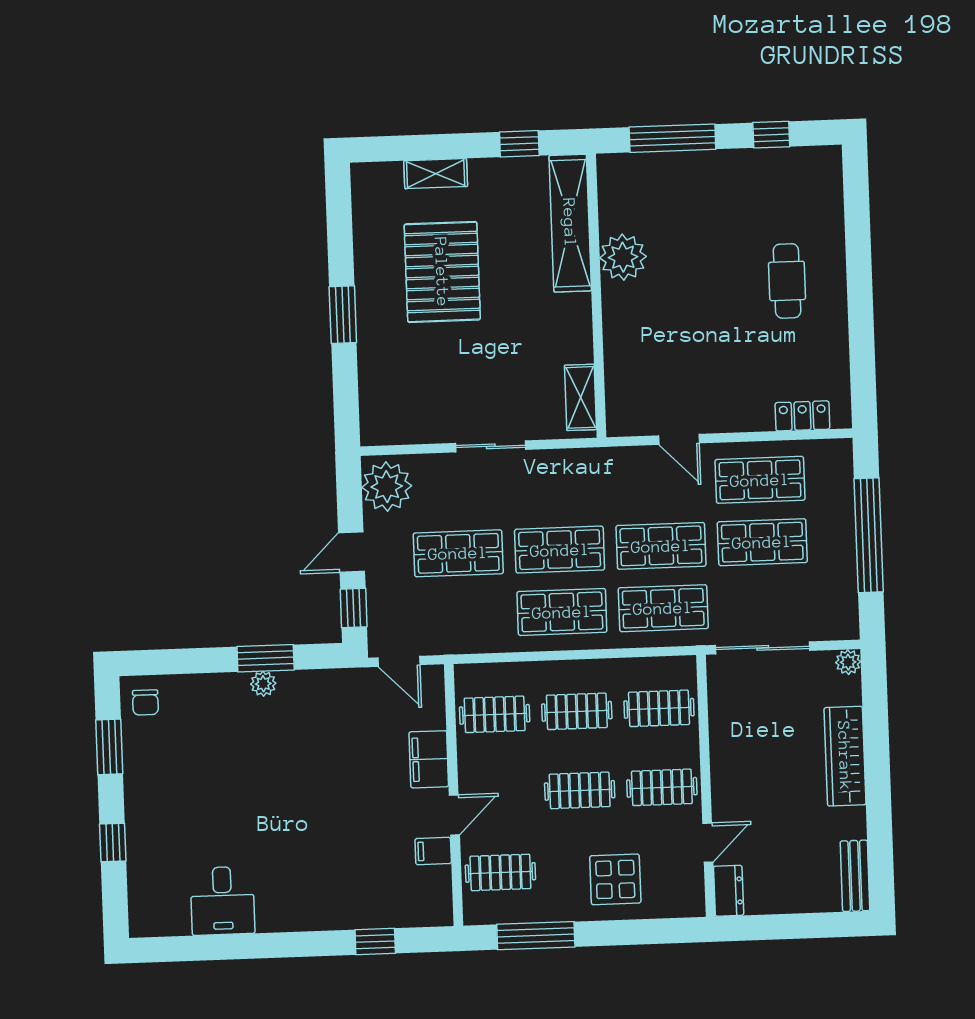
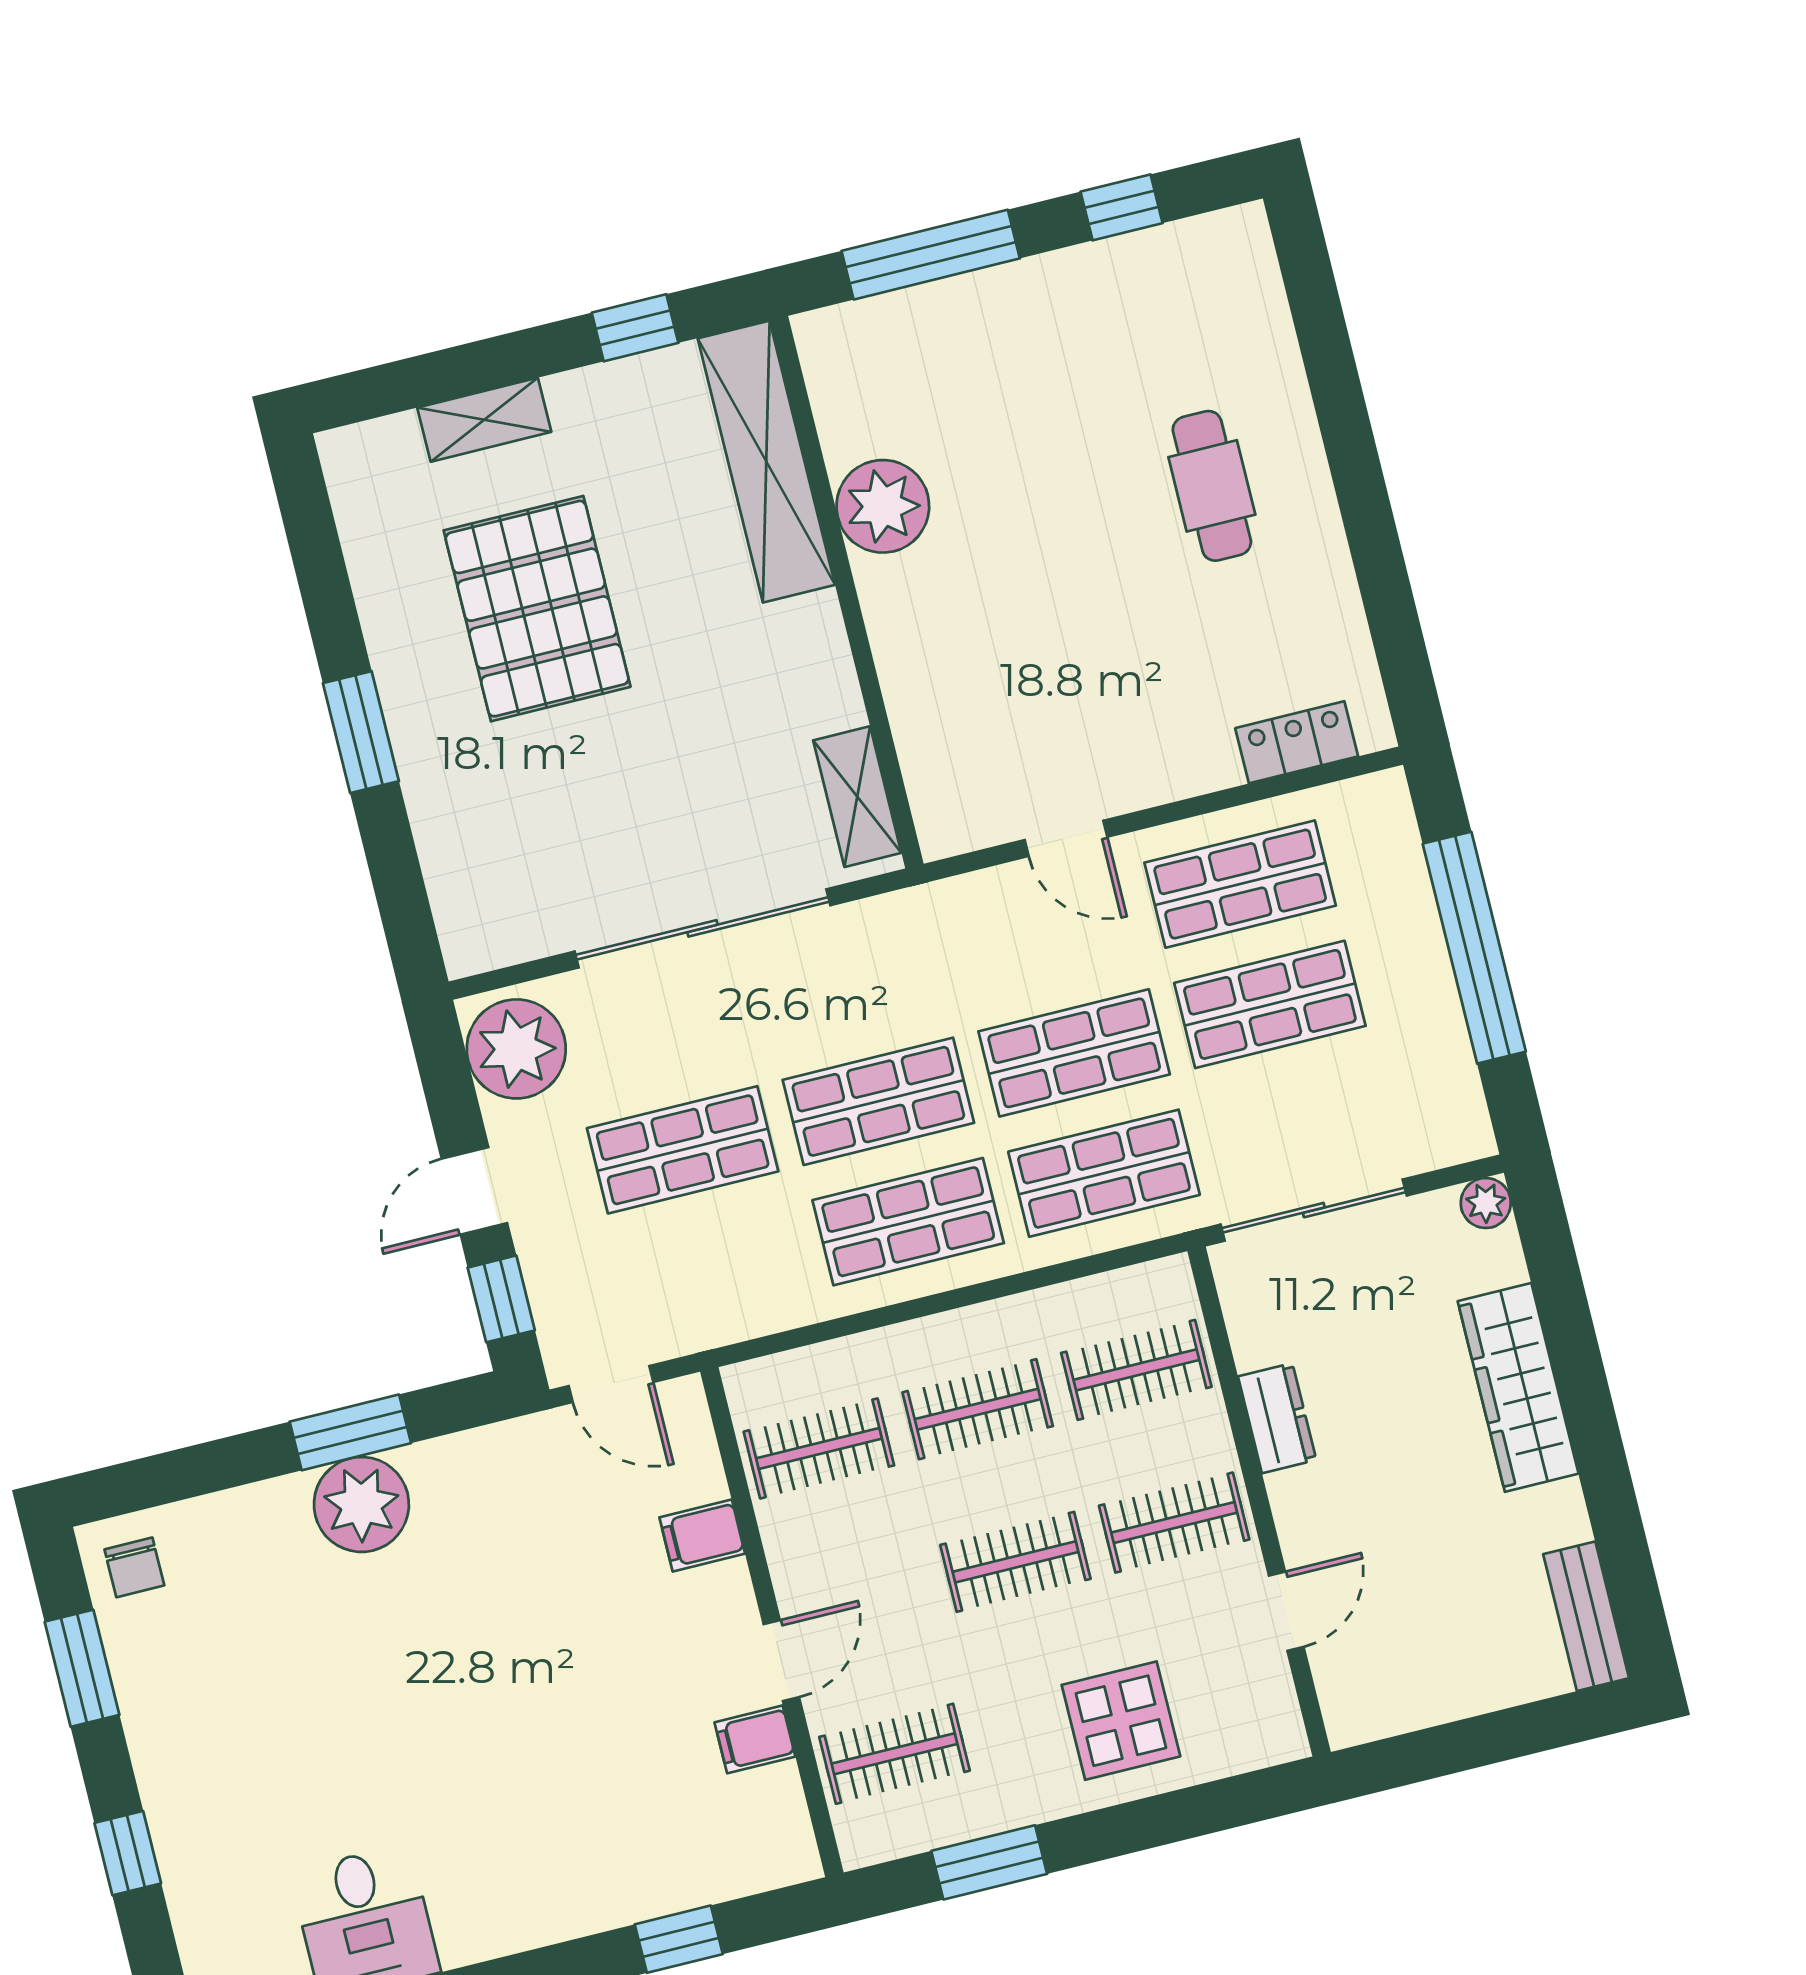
sliding door: (491, 446) -> (702, 928), width x1.86
plant: (263, 684) -> (361, 1504), width x1.88, depth x1.88
filing cabinet: (429, 759) -> (702, 1535), width x0.50
dresser: (729, 891) -> (1277, 1418), moved
window: (536, 936) -> (989, 1862), width x0.69

